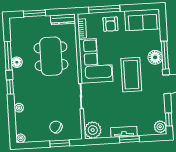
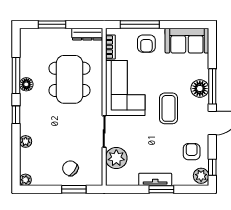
coffee table: (131, 75) -> (169, 108), width x0.73, depth x0.76
armchair: (152, 108) -> (192, 152), added
plant: (93, 130) -> (116, 158), moved

